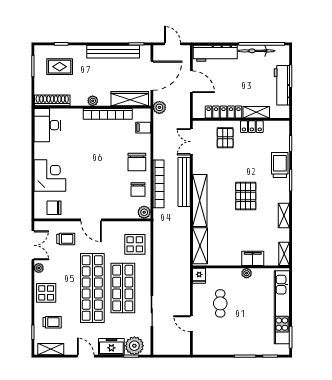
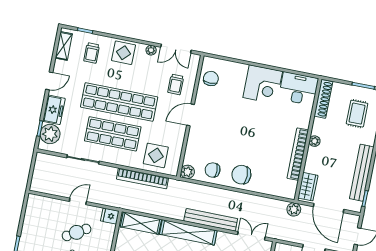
wardrobe: (130, 99) -> (308, 187), width x0.67
filing cabinet: (143, 128) -> (276, 188), removed
corner desk: (50, 176) -> (263, 84), moved
bookcase: (158, 184) -> (143, 178), moved
cafe table: (220, 303) -> (77, 232), turned -31
door: (191, 324) -> (78, 201), moved

